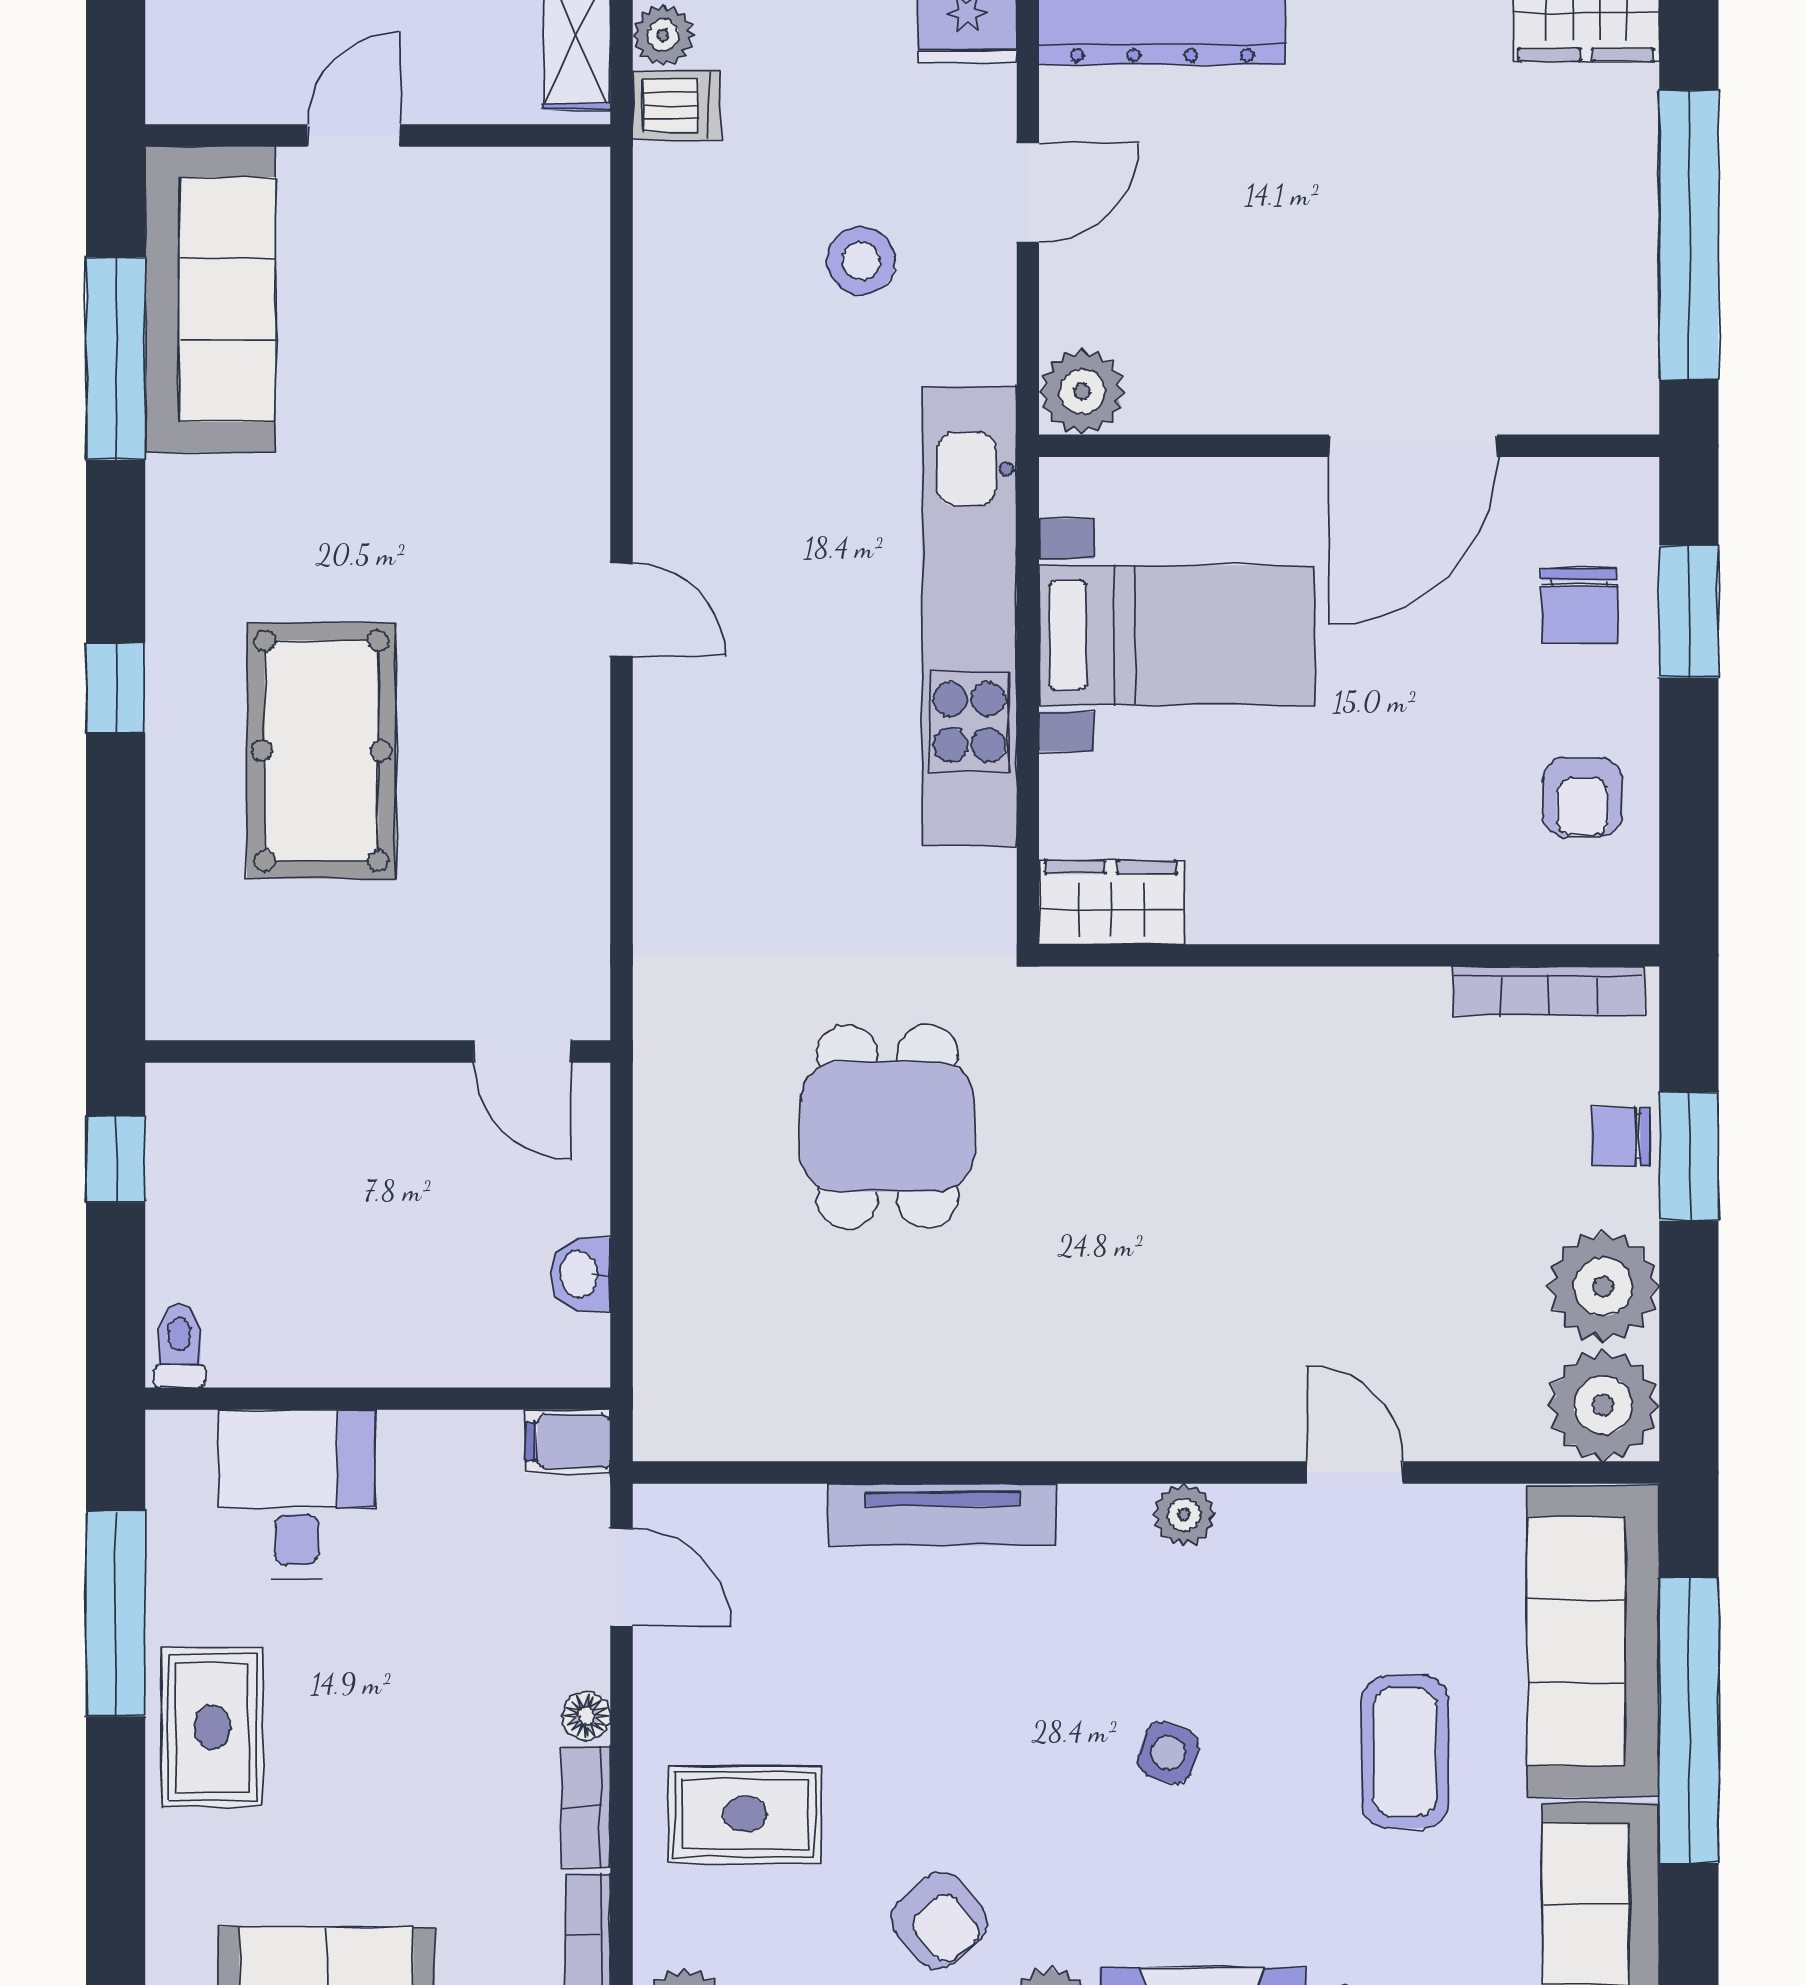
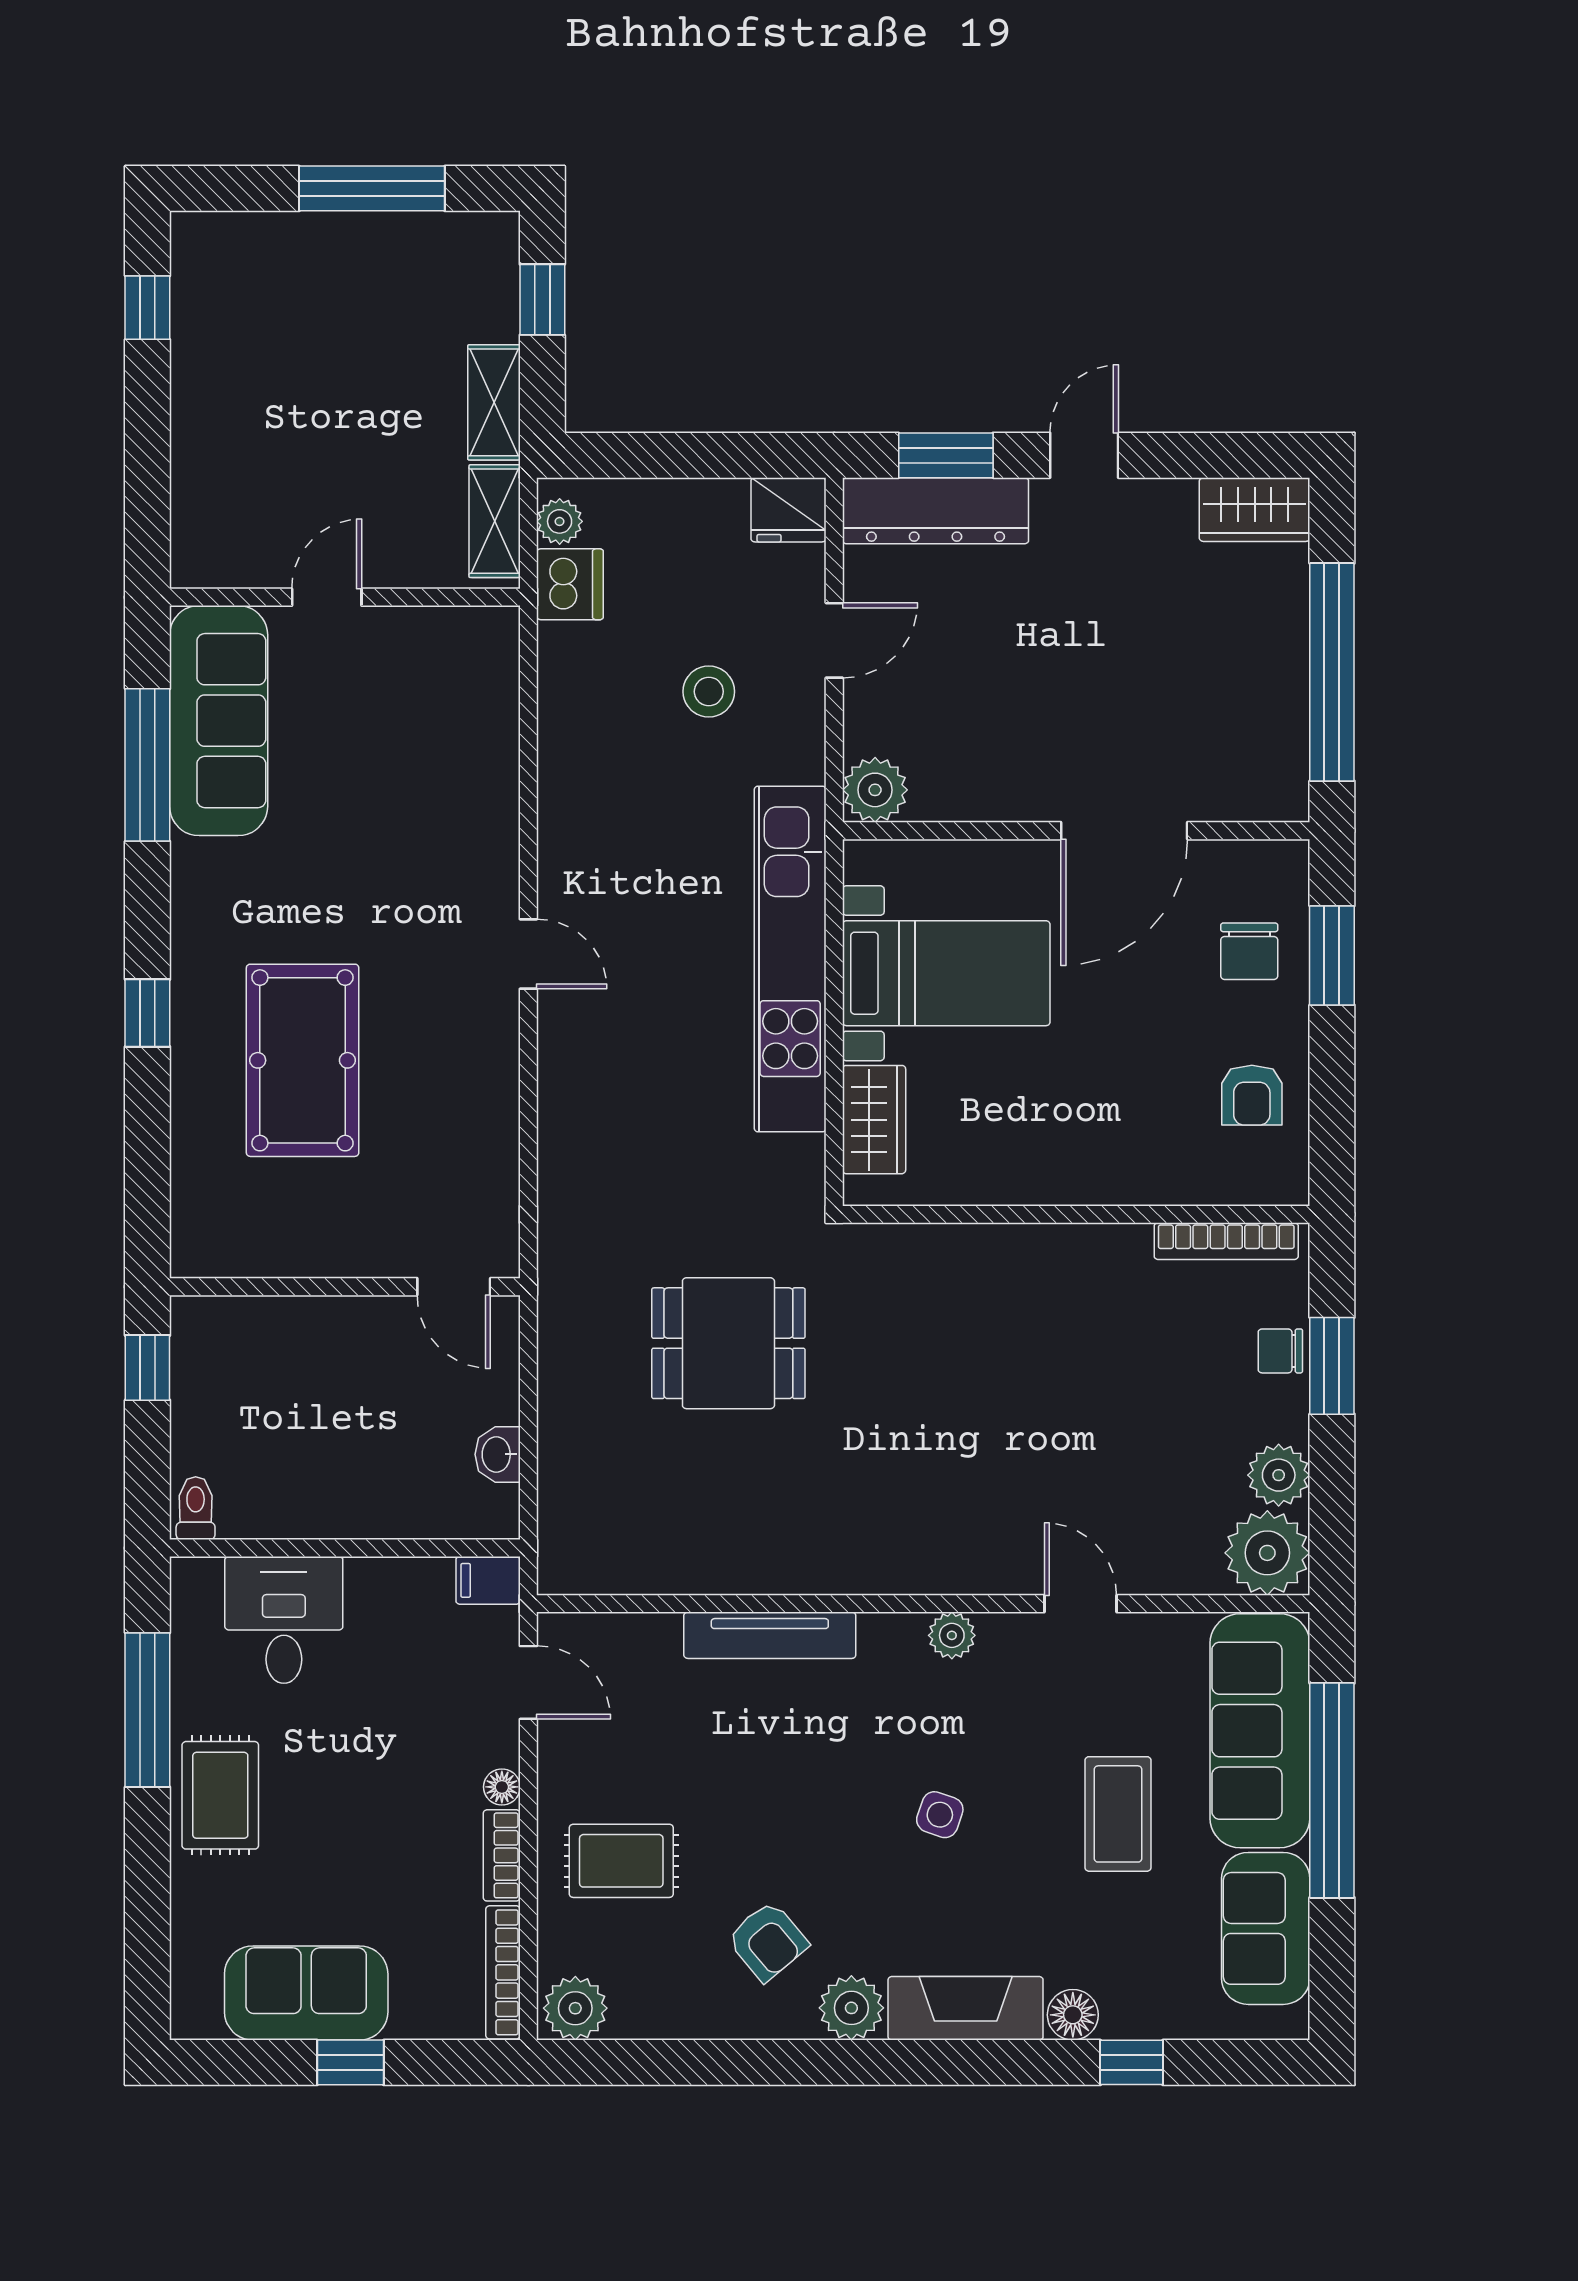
dishwasher: (677, 105) -> (570, 584), width x1.38
wardrobe: (1111, 903) -> (874, 1120), moved, turned 90
dining table: (887, 1127) -> (728, 1343), turned 90
plant: (1603, 1287) -> (1279, 1475), width x0.73, depth x0.73

